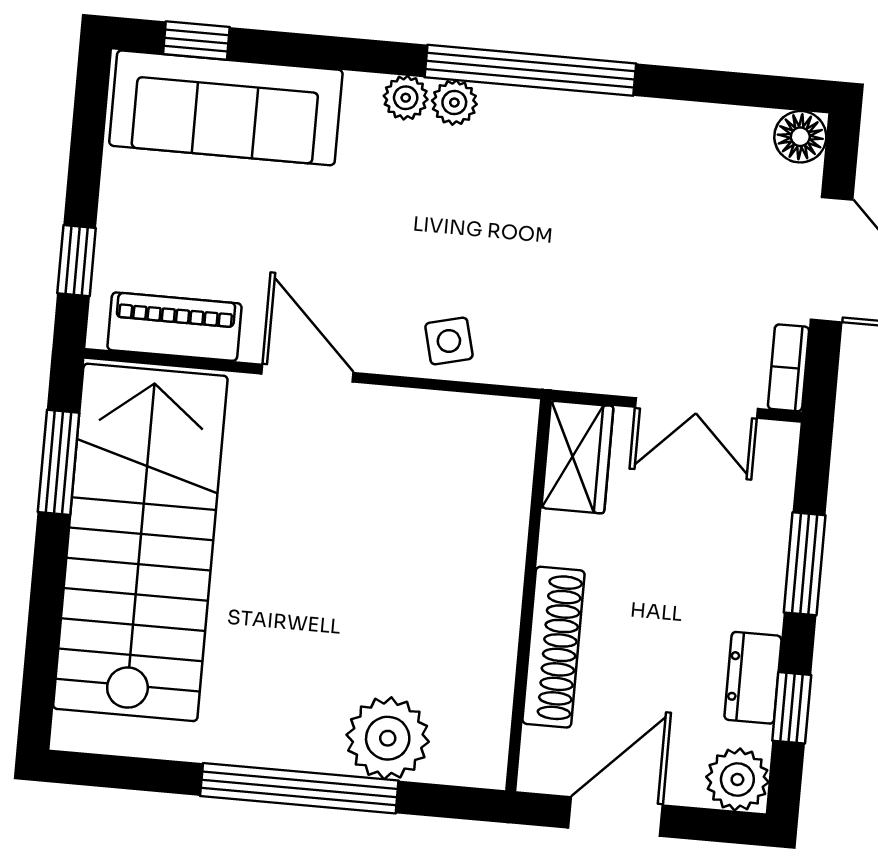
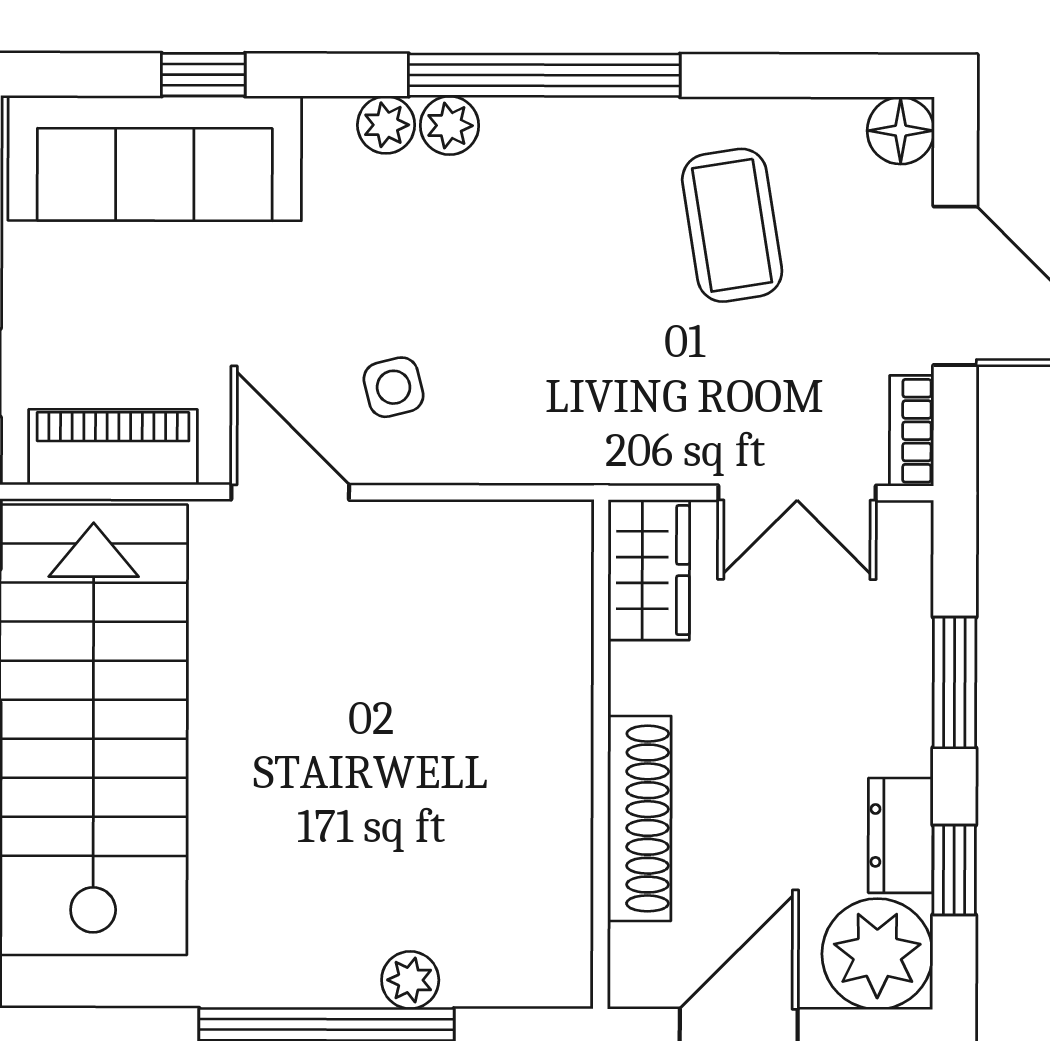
window: (196, 40) -> (203, 75), moved
coffee table: (665, 198) -> (732, 225), added
side table: (449, 341) -> (394, 387), moved
plant: (388, 738) -> (410, 980), width x0.53, depth x0.53
plant: (737, 779) -> (877, 954), width x1.36, depth x1.36

